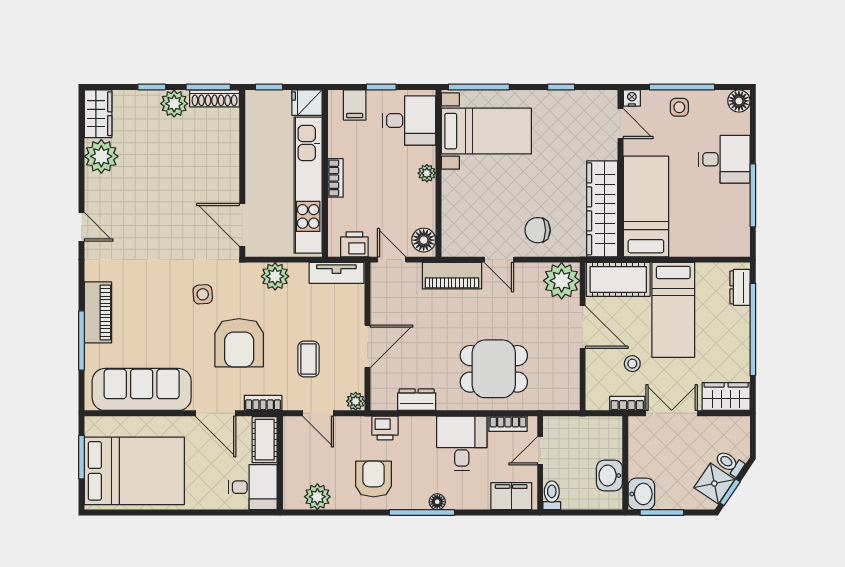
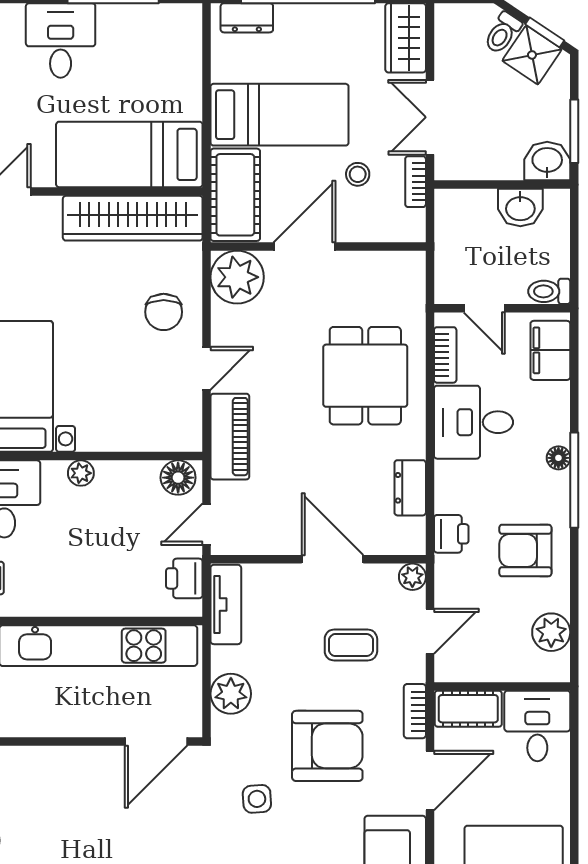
bookcase: (336, 178) -> (88, 606), removed

